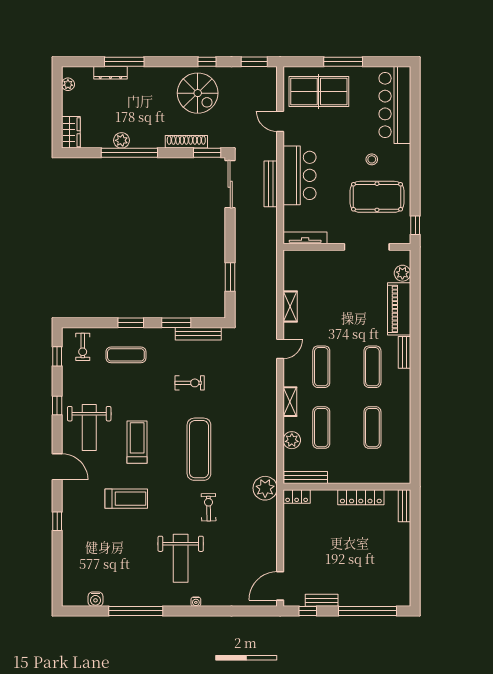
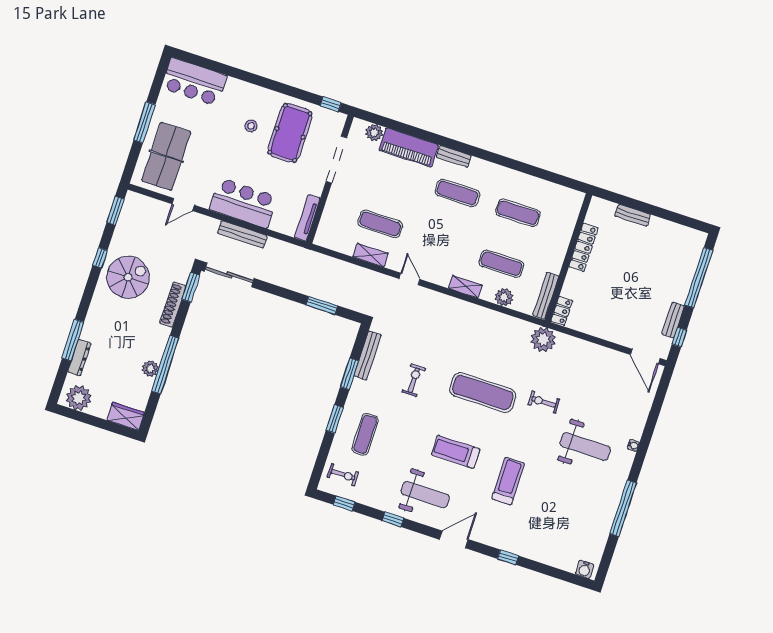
plant: (68, 84) -> (79, 398), width x1.88, depth x1.88
bar counter: (395, 105) -> (194, 82), width x0.73
exercise mat: (321, 367) -> (380, 224), moved
bench: (404, 506) -> (633, 215), moved
water cooler: (96, 599) -> (585, 569), moved, turned 90

